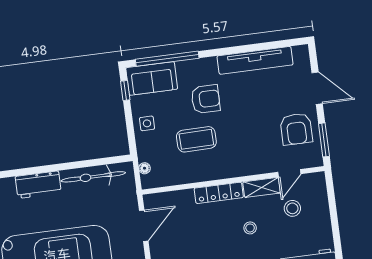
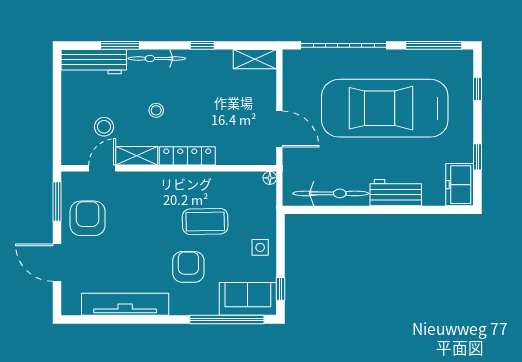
armchair: (206, 99) -> (188, 267), turned 90
floor lamp: (145, 168) -> (270, 178), moved
door: (144, 226) -> (279, 129), swing flipped

